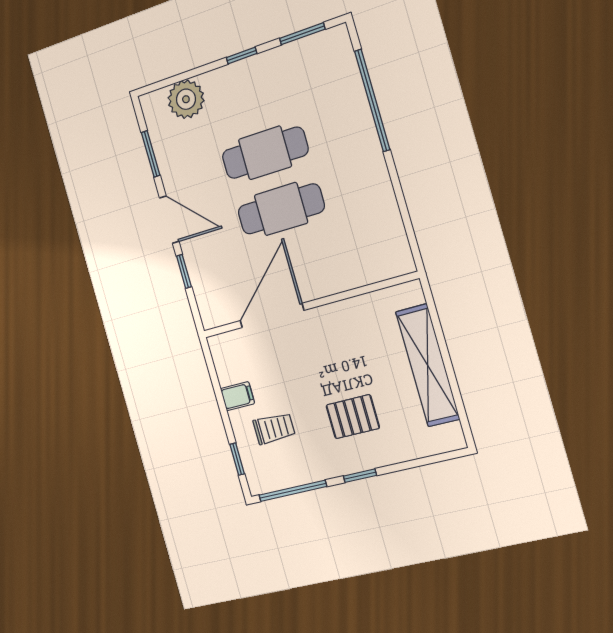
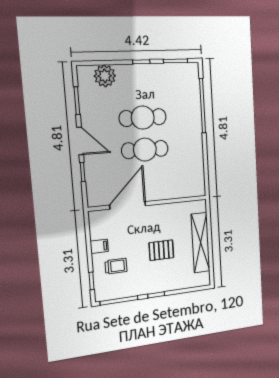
pallet: (353, 417) -> (161, 250), moved

